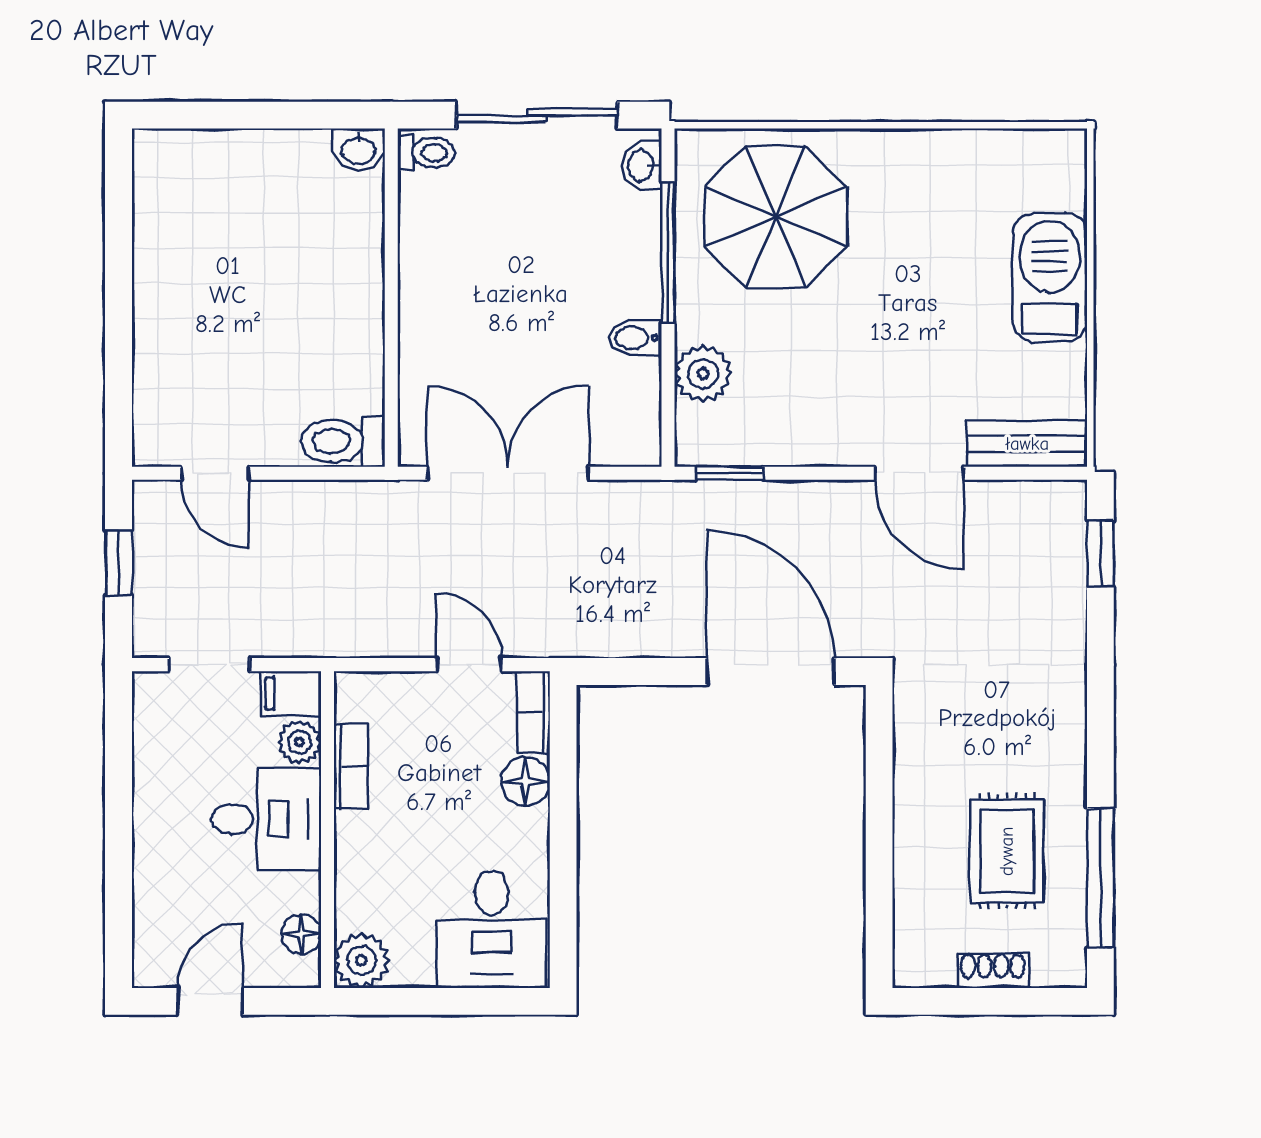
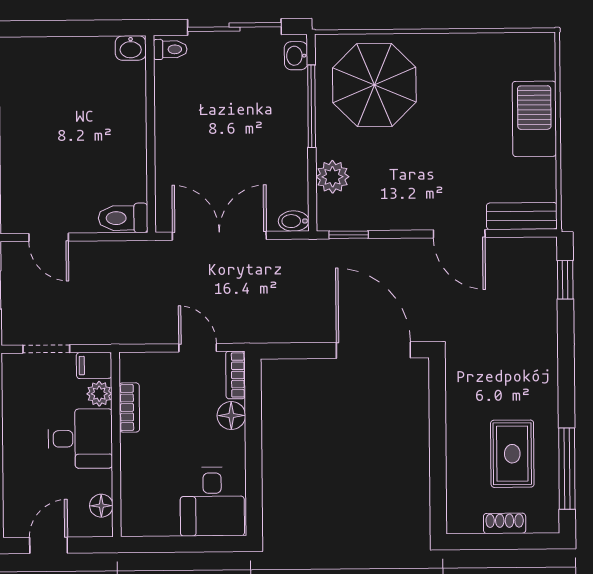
bidet: (635, 338) -> (294, 221), moved
plant: (361, 960) -> (136, 521), removed

